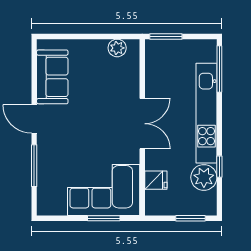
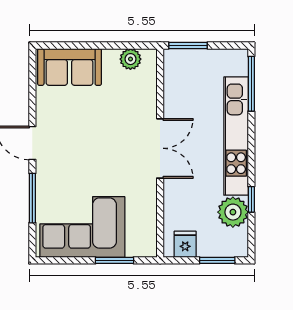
sofa: (52, 77) -> (70, 67), moved, turned 90
fridge: (156, 180) -> (185, 244), moved, turned -90
corner sofa: (104, 190) -> (82, 227), moved

